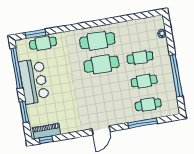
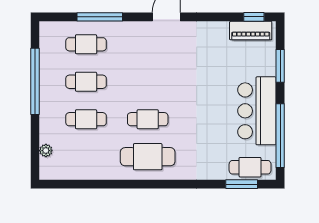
cafe table: (43, 43) -> (250, 167), moved
cafe table: (101, 64) -> (148, 119), width x0.73, depth x0.74

